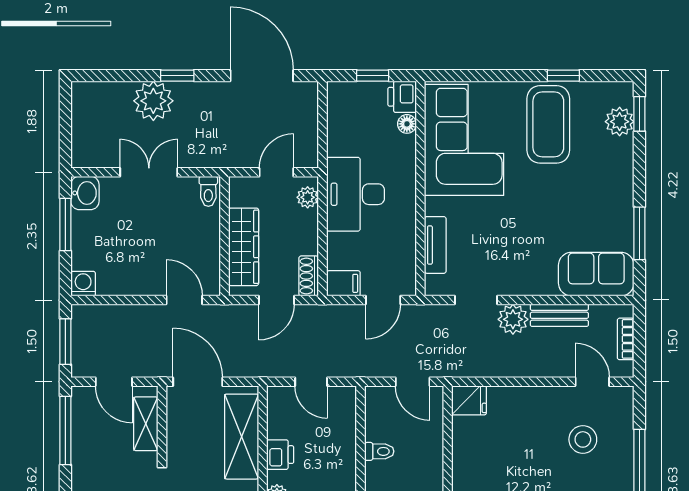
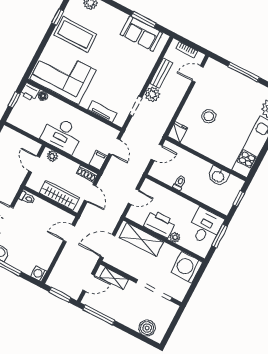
sofa: (596, 274) -> (141, 34), moved, turned -90
stool: (583, 439) -> (209, 116), moved
printer: (280, 455) -> (160, 224), width x1.87, depth x1.48

